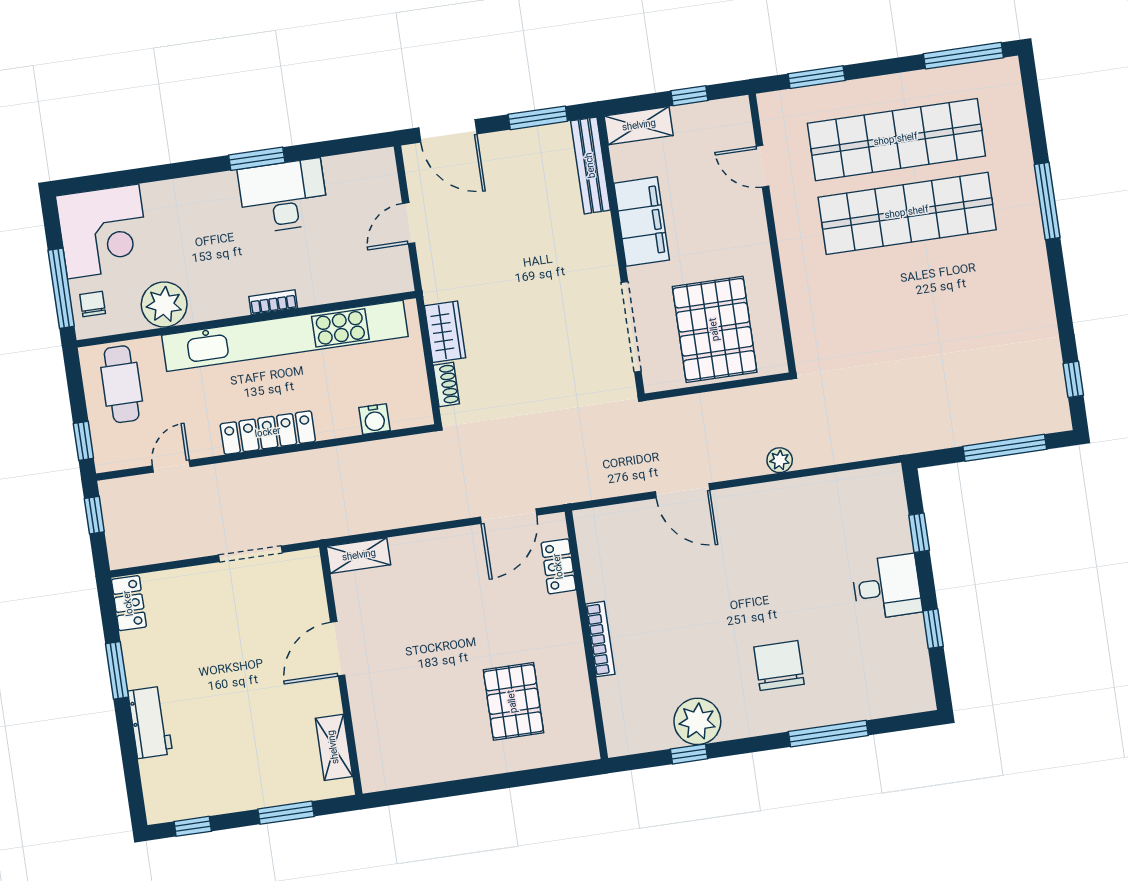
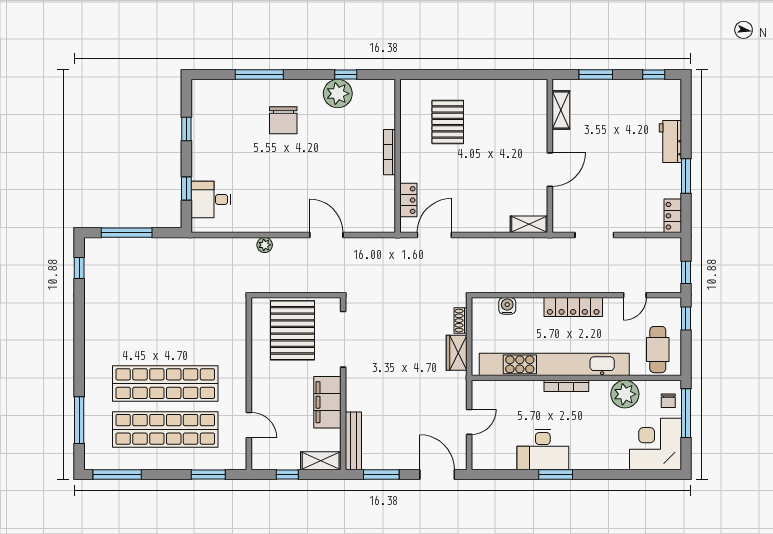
window: (1047, 201) -> (79, 420), moved
bookcase: (273, 302) -> (566, 386), width x1.56
desk: (887, 587) -> (211, 199), moved

